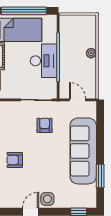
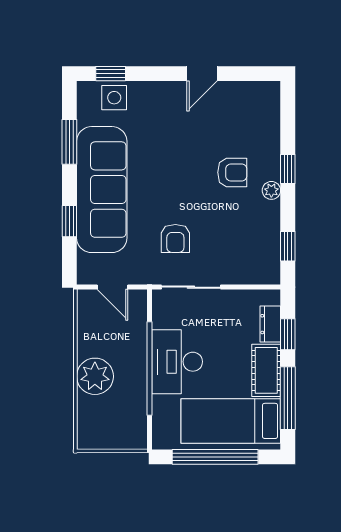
plant: (91, 53) -> (95, 376), width x1.88, depth x1.88
window: (100, 134) -> (69, 221), added
side table: (47, 199) -> (114, 98), moved

